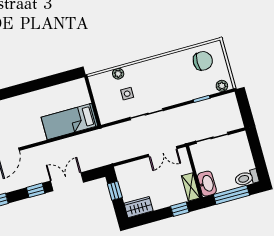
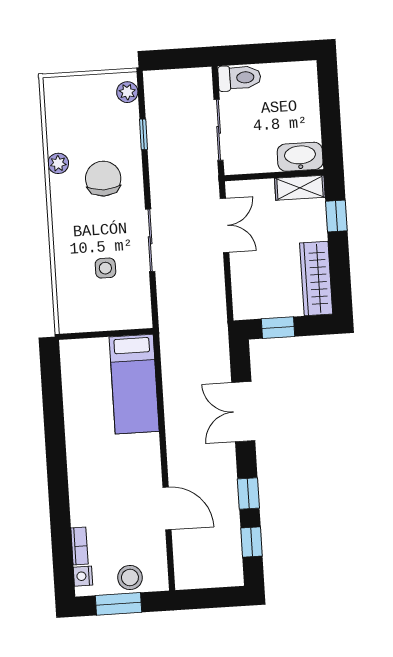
chair: (203, 61) -> (103, 179), moved
plant: (118, 74) -> (58, 163), moved
toilet: (247, 178) -> (239, 78), moved, turned -90
window: (36, 190) -> (248, 493), moved
window: (231, 195) -> (330, 116), removed
wardrobe: (138, 207) -> (316, 279), width x1.50

